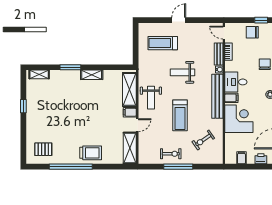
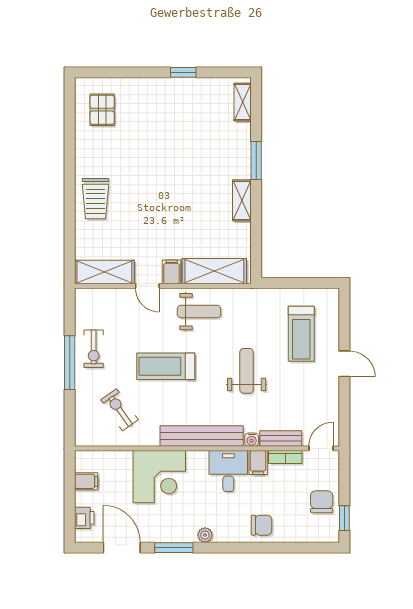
treadmill: (163, 43) -> (301, 334), turned 180
weight bench: (151, 98) -> (199, 312), turned 180
filing cabinet: (231, 98) -> (258, 463), moved
window: (71, 167) -> (70, 161), removed

